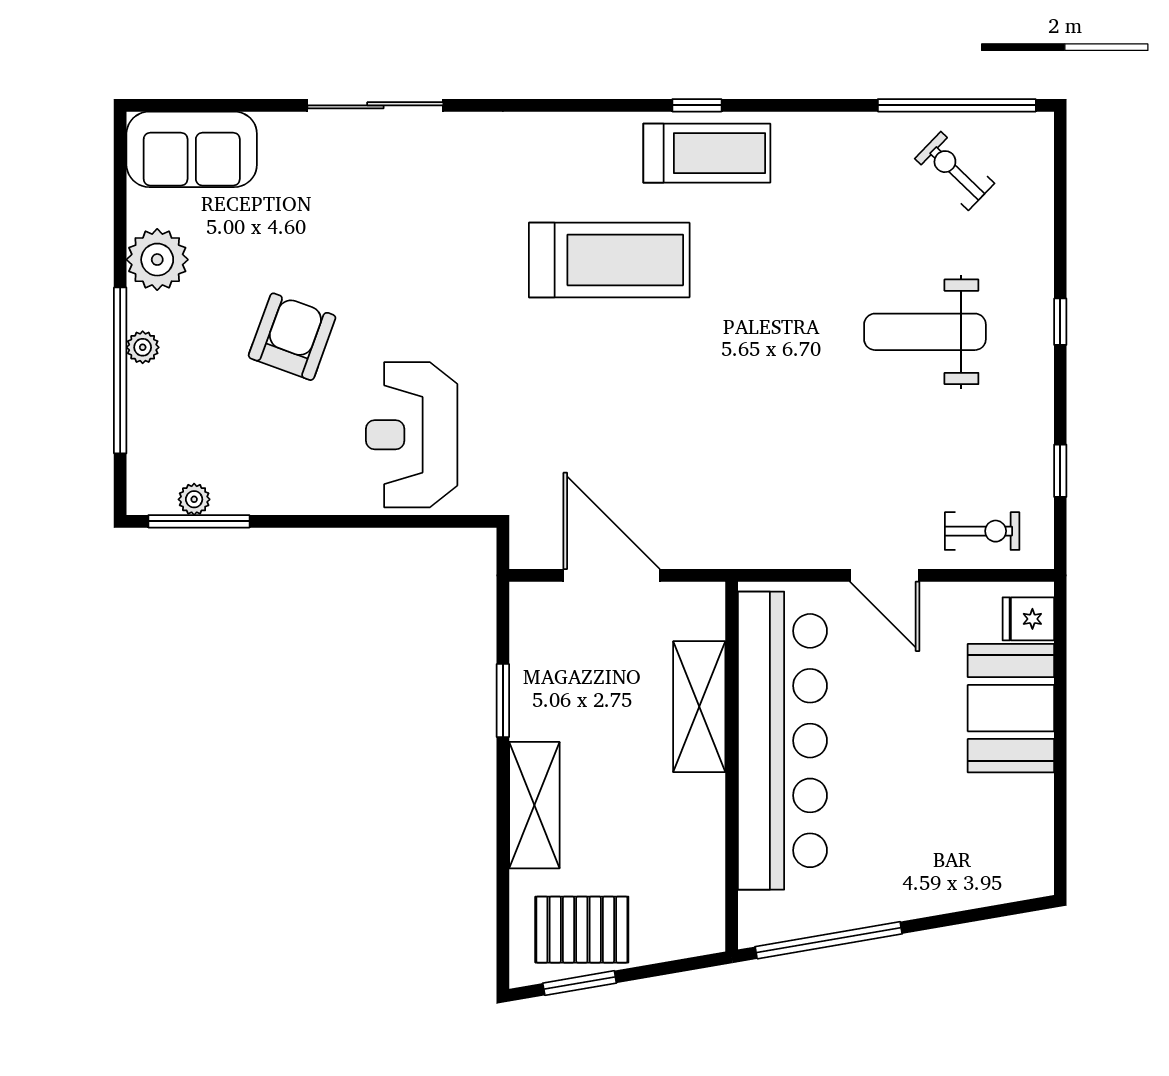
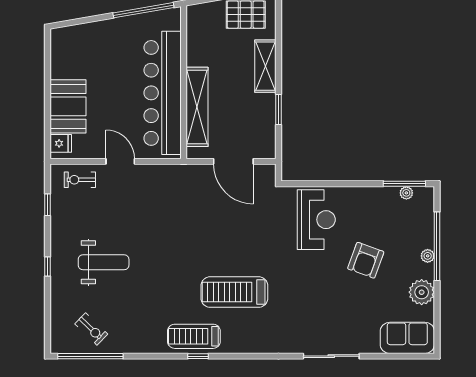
shelving: (699, 707) -> (197, 107), width x1.47

